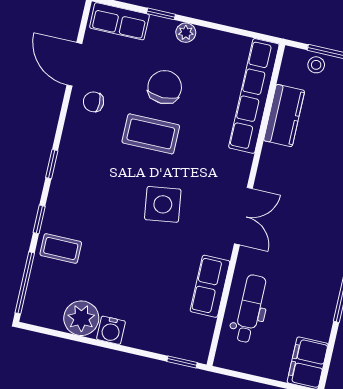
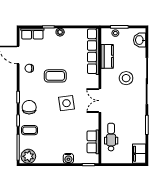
chair: (165, 87) -> (29, 107), moved
stool: (317, 177) -> (126, 78), added
double door: (243, 216) -> (100, 101), swing flipped
row of seats: (210, 286) -> (93, 142), moved
plant: (81, 318) -> (28, 156), moved
water cooler: (111, 330) -> (68, 158), moved

